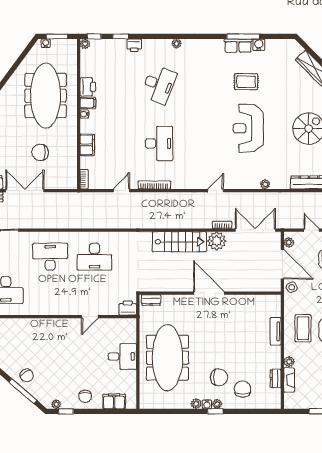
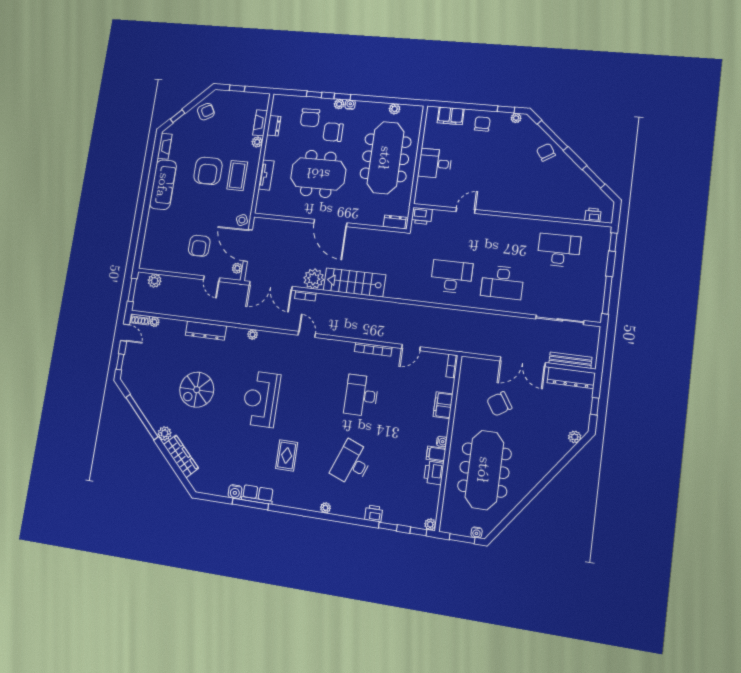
rug: (246, 82) -> (287, 455), moved, turned 90
reception desk: (248, 128) -> (261, 399), turned 180
chair: (40, 152) -> (499, 404), turned 147
door: (215, 191) -> (307, 334), swing flipped
meeting table: (227, 337) -> (318, 174), added
plant: (196, 404) -> (395, 109), moved
window: (242, 411) -> (314, 94), added

